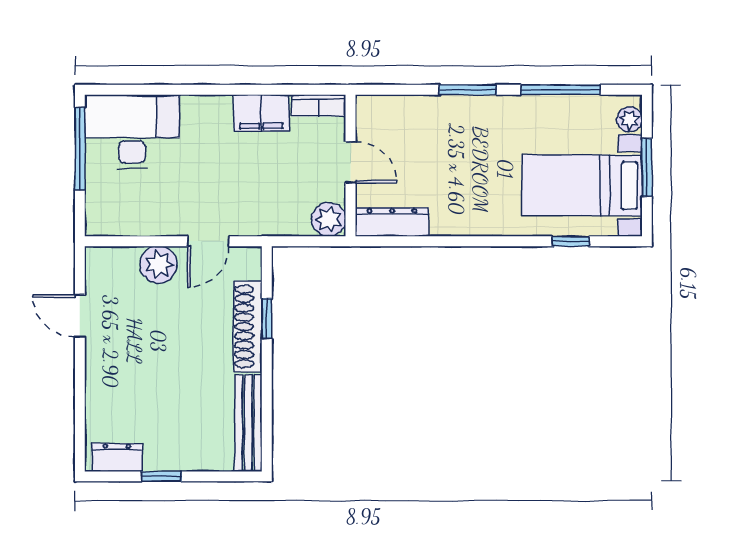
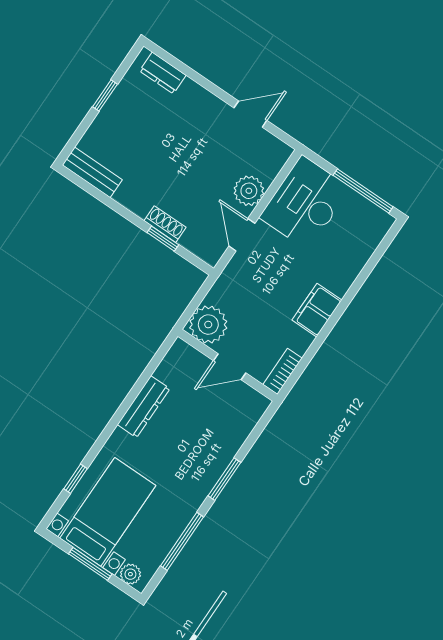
filing cabinet: (261, 113) -> (317, 310), moved
desk: (132, 132) -> (305, 203), moved, turned 180
plant: (329, 219) -> (208, 325), width x1.36, depth x1.36
dresser: (392, 222) -> (144, 407), moved
shoe rack: (248, 326) -> (165, 224), width x0.51, depth x0.81
bench: (248, 423) -> (92, 172), width x0.73
dresser: (117, 457) -> (163, 73), moved, turned 90

